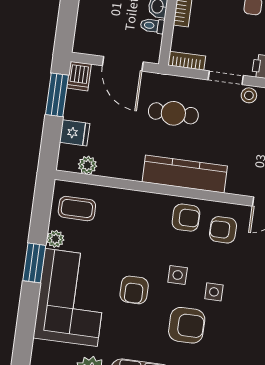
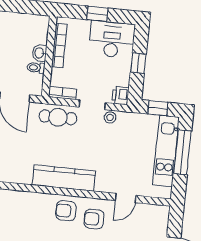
cafe table: (173, 113) -> (58, 117), moved
armchair: (186, 218) -> (66, 211), turned 180

